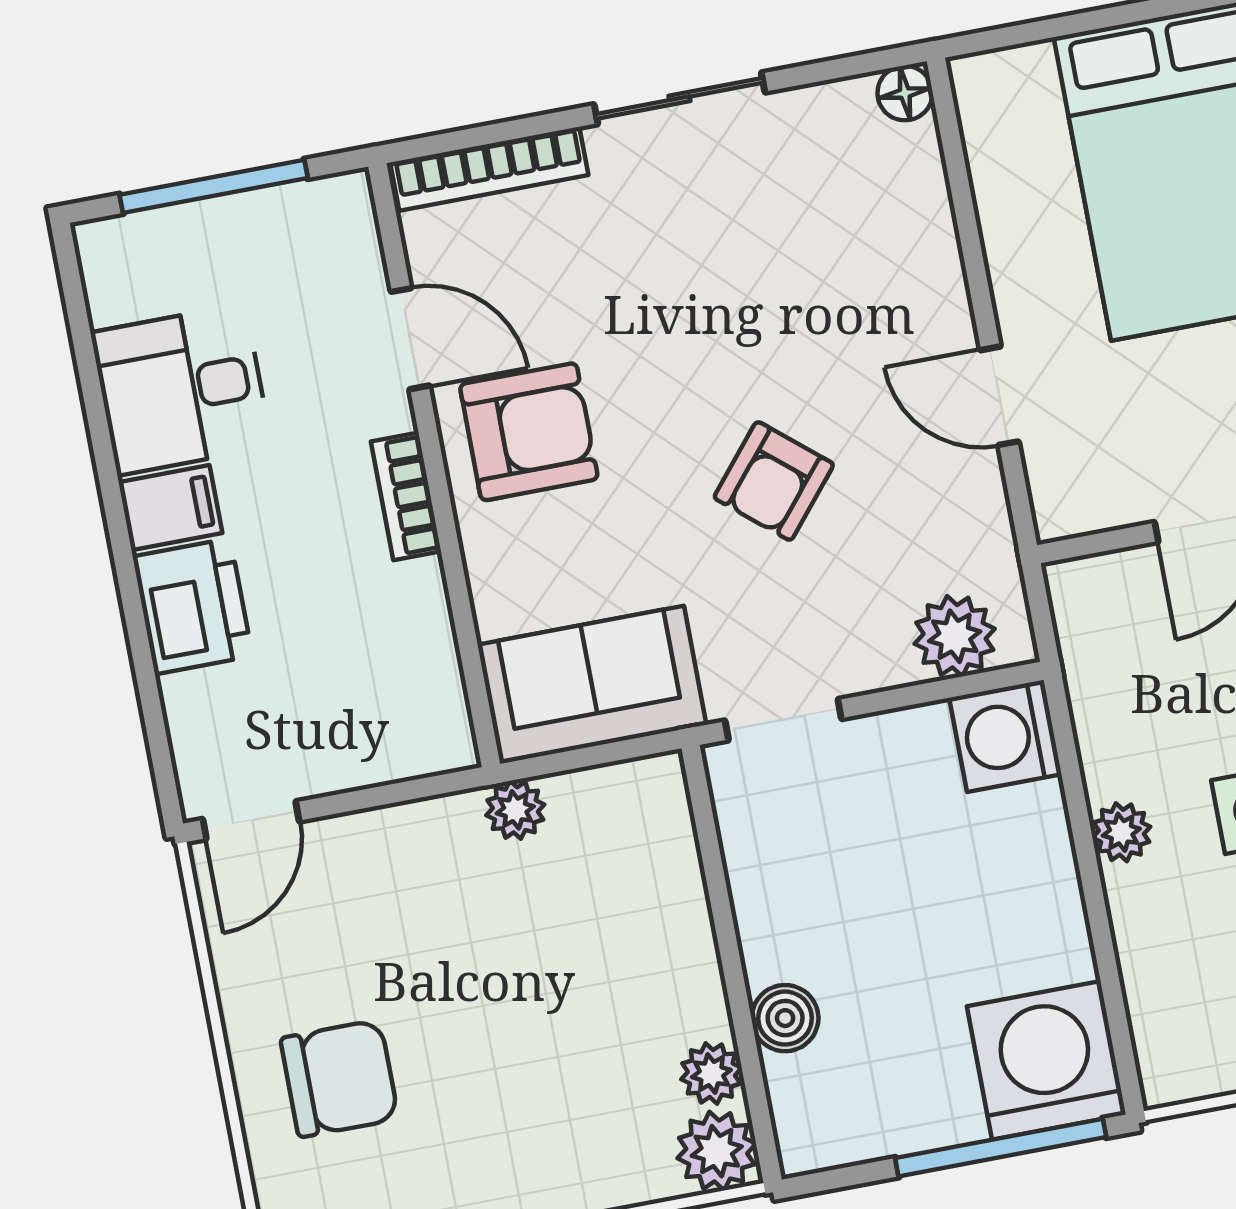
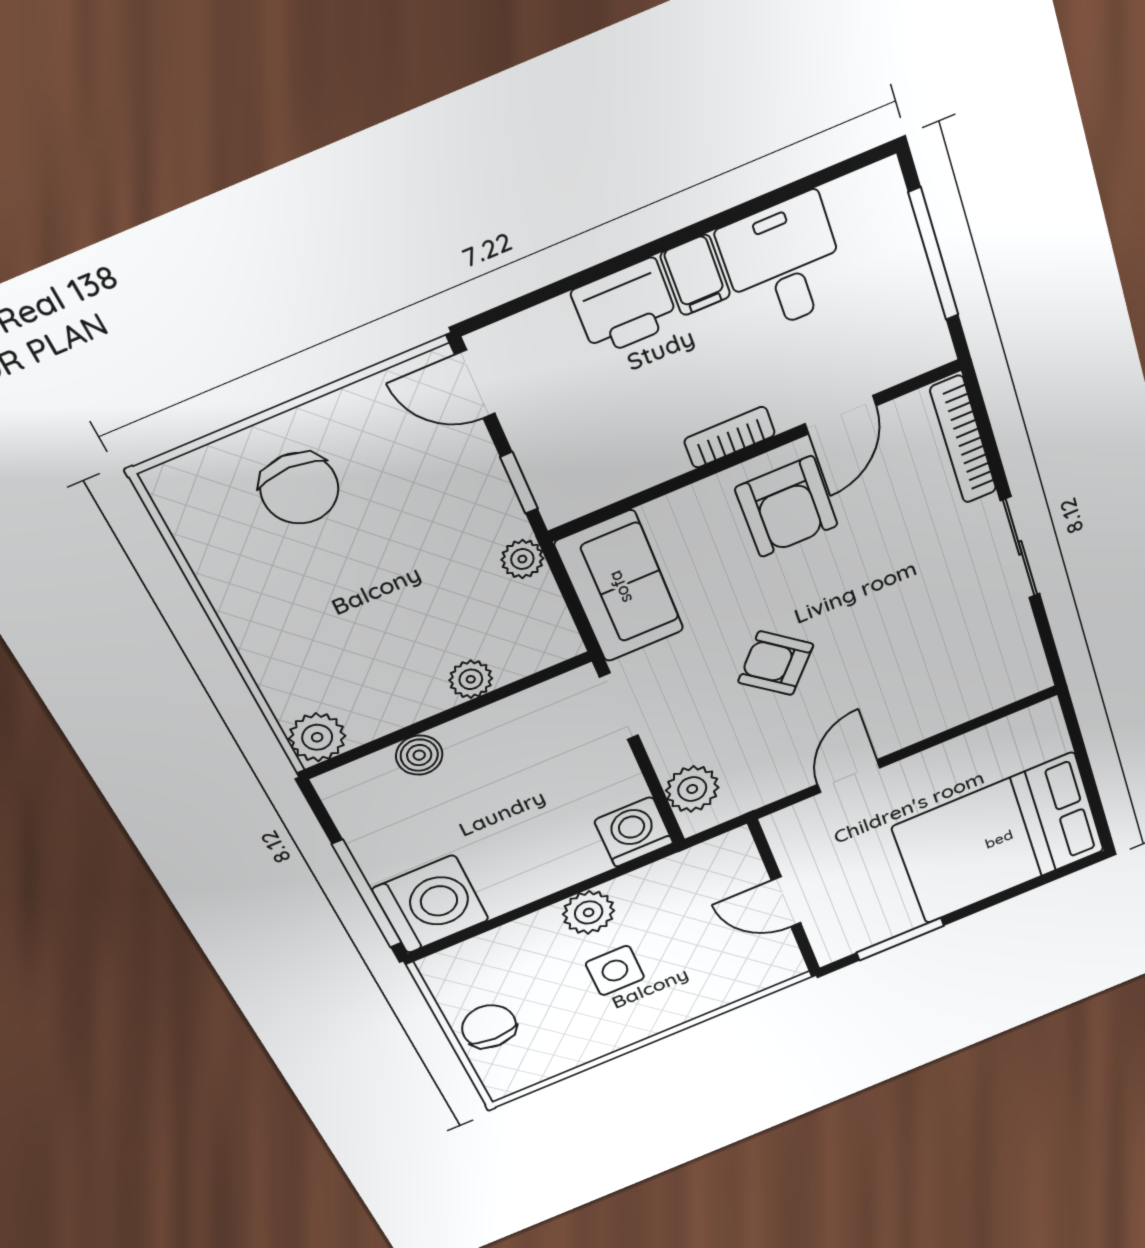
floor lamp: (905, 93) -> (1034, 678), removed
window: (402, 792) -> (519, 483), added
plant: (1121, 832) -> (589, 912), width x1.38, depth x1.38
plant: (711, 1074) -> (471, 679), moved

